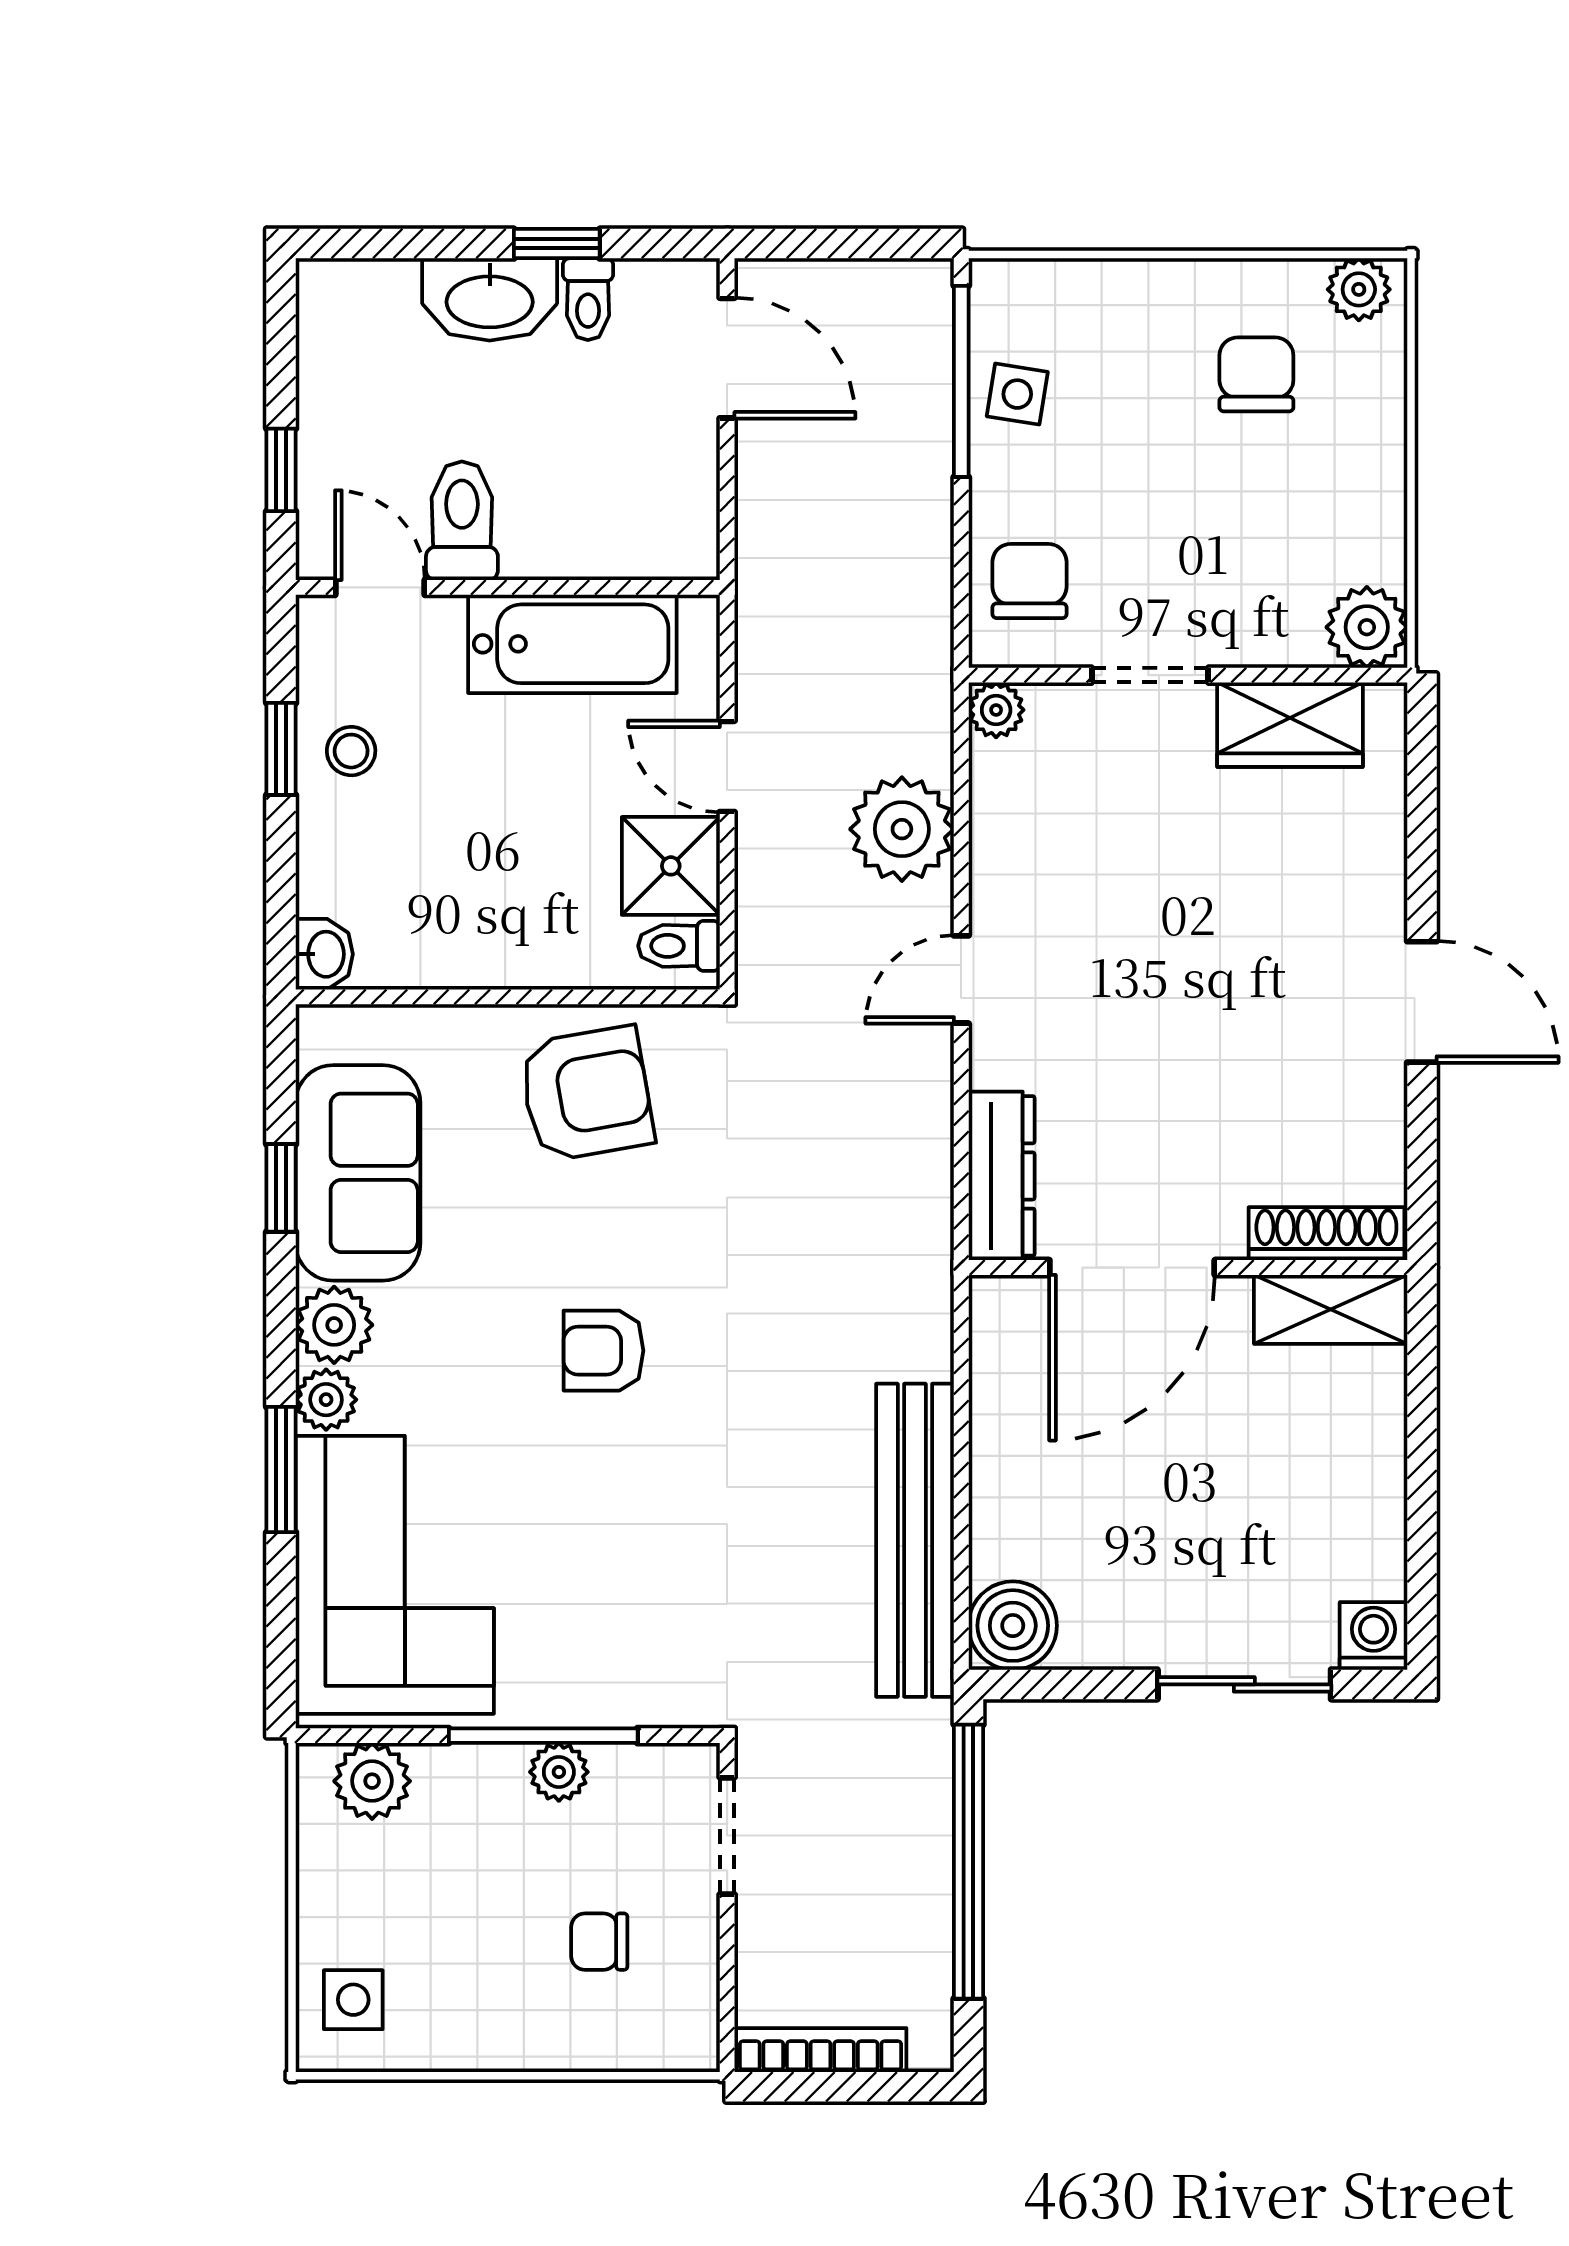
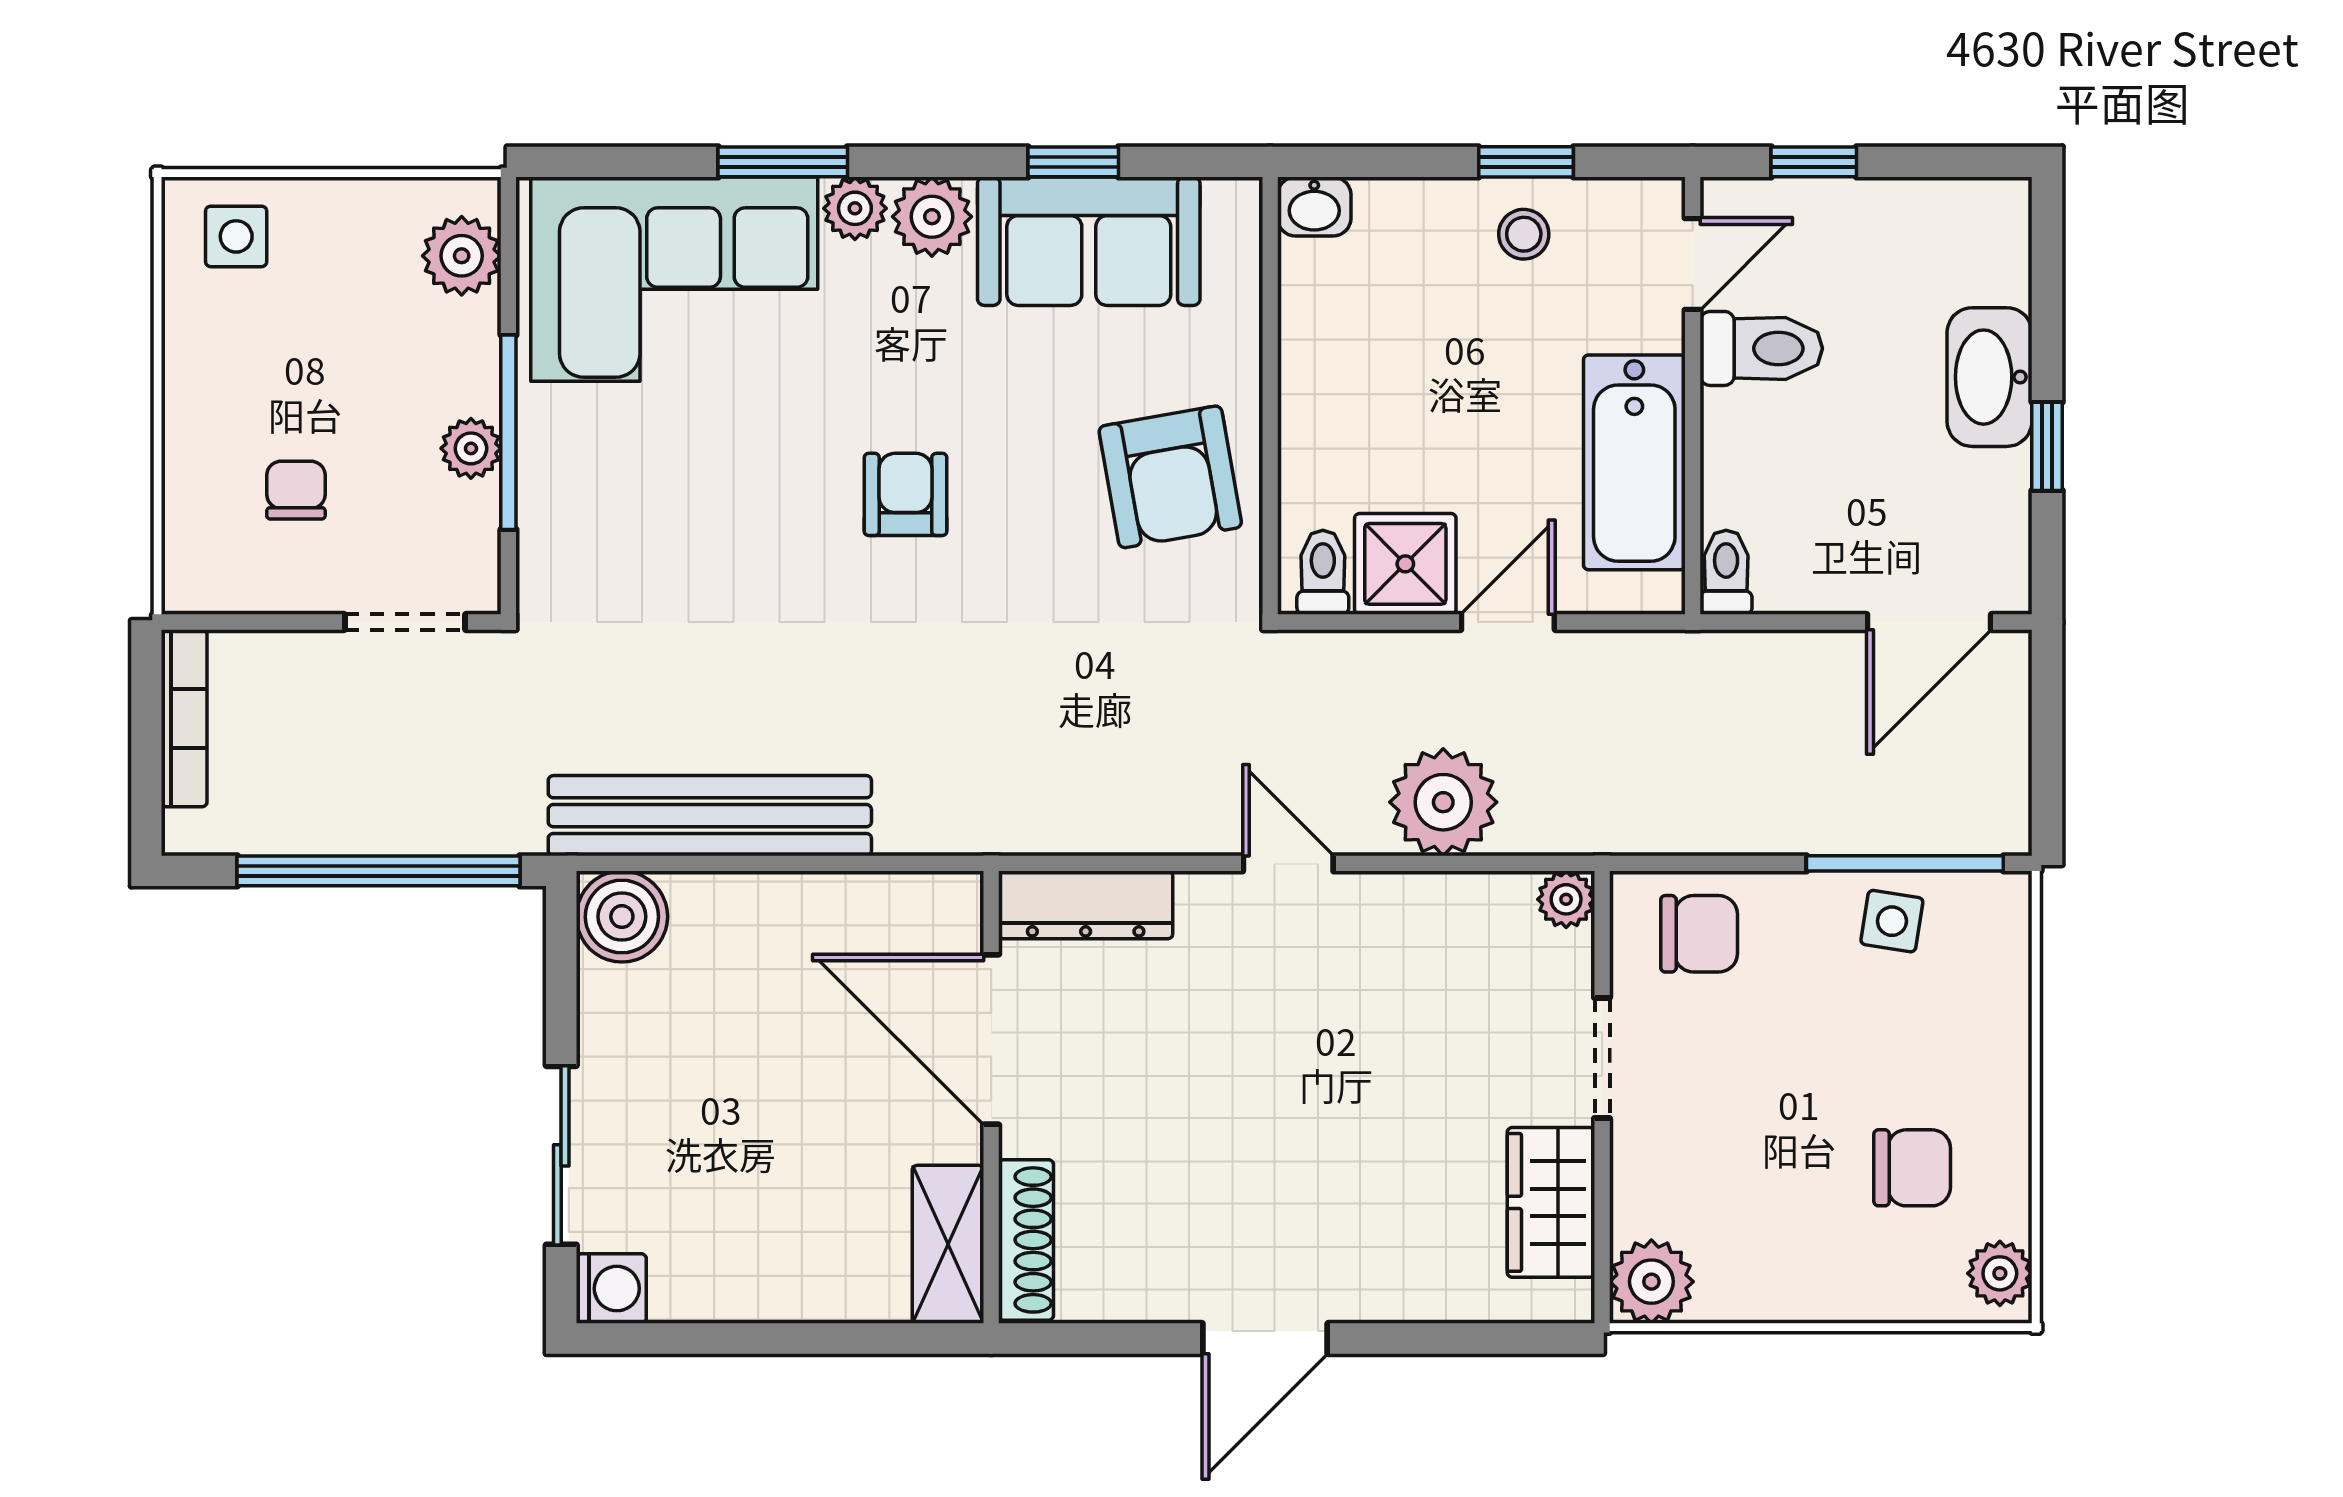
toilet: (588, 299) -> (1726, 572), moved, turned 90

